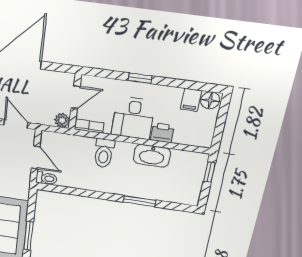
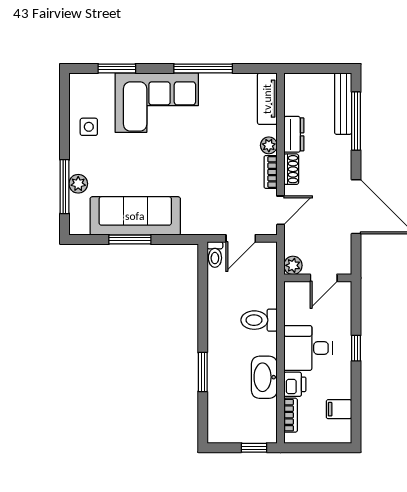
door: (76, 97) -> (324, 278), hinge flipped
floor lamp: (210, 100) -> (341, 431), removed
bookcase: (89, 126) -> (291, 415), moved

